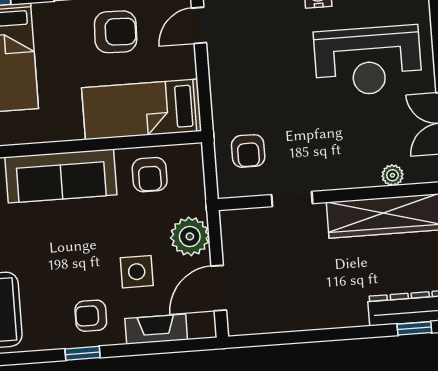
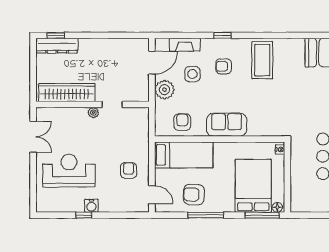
door: (199, 25) -> (152, 195), hinge flipped
armchair: (248, 151) -> (129, 171), moved
plant: (392, 175) -> (93, 113), moved
sofa: (61, 176) -> (227, 125), width x0.73
armchair: (91, 316) -> (224, 66), moved, turned 180

